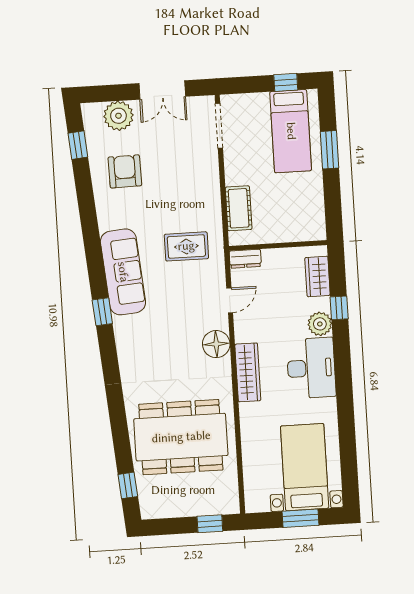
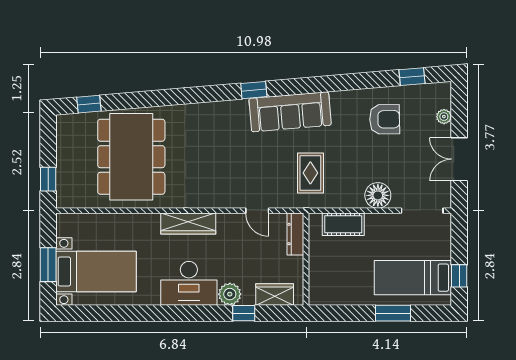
plant: (118, 116) -> (444, 117), width x0.53, depth x0.53
dresser: (245, 259) -> (295, 234), width x1.44
floor lamp: (216, 344) -> (378, 195), moved

